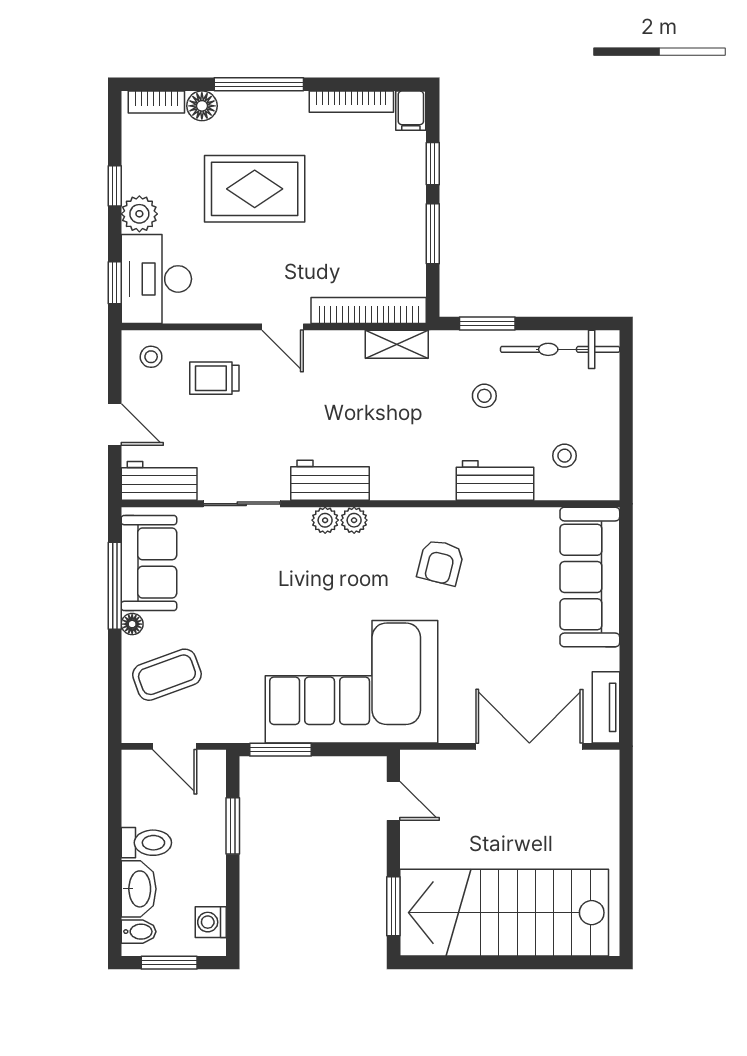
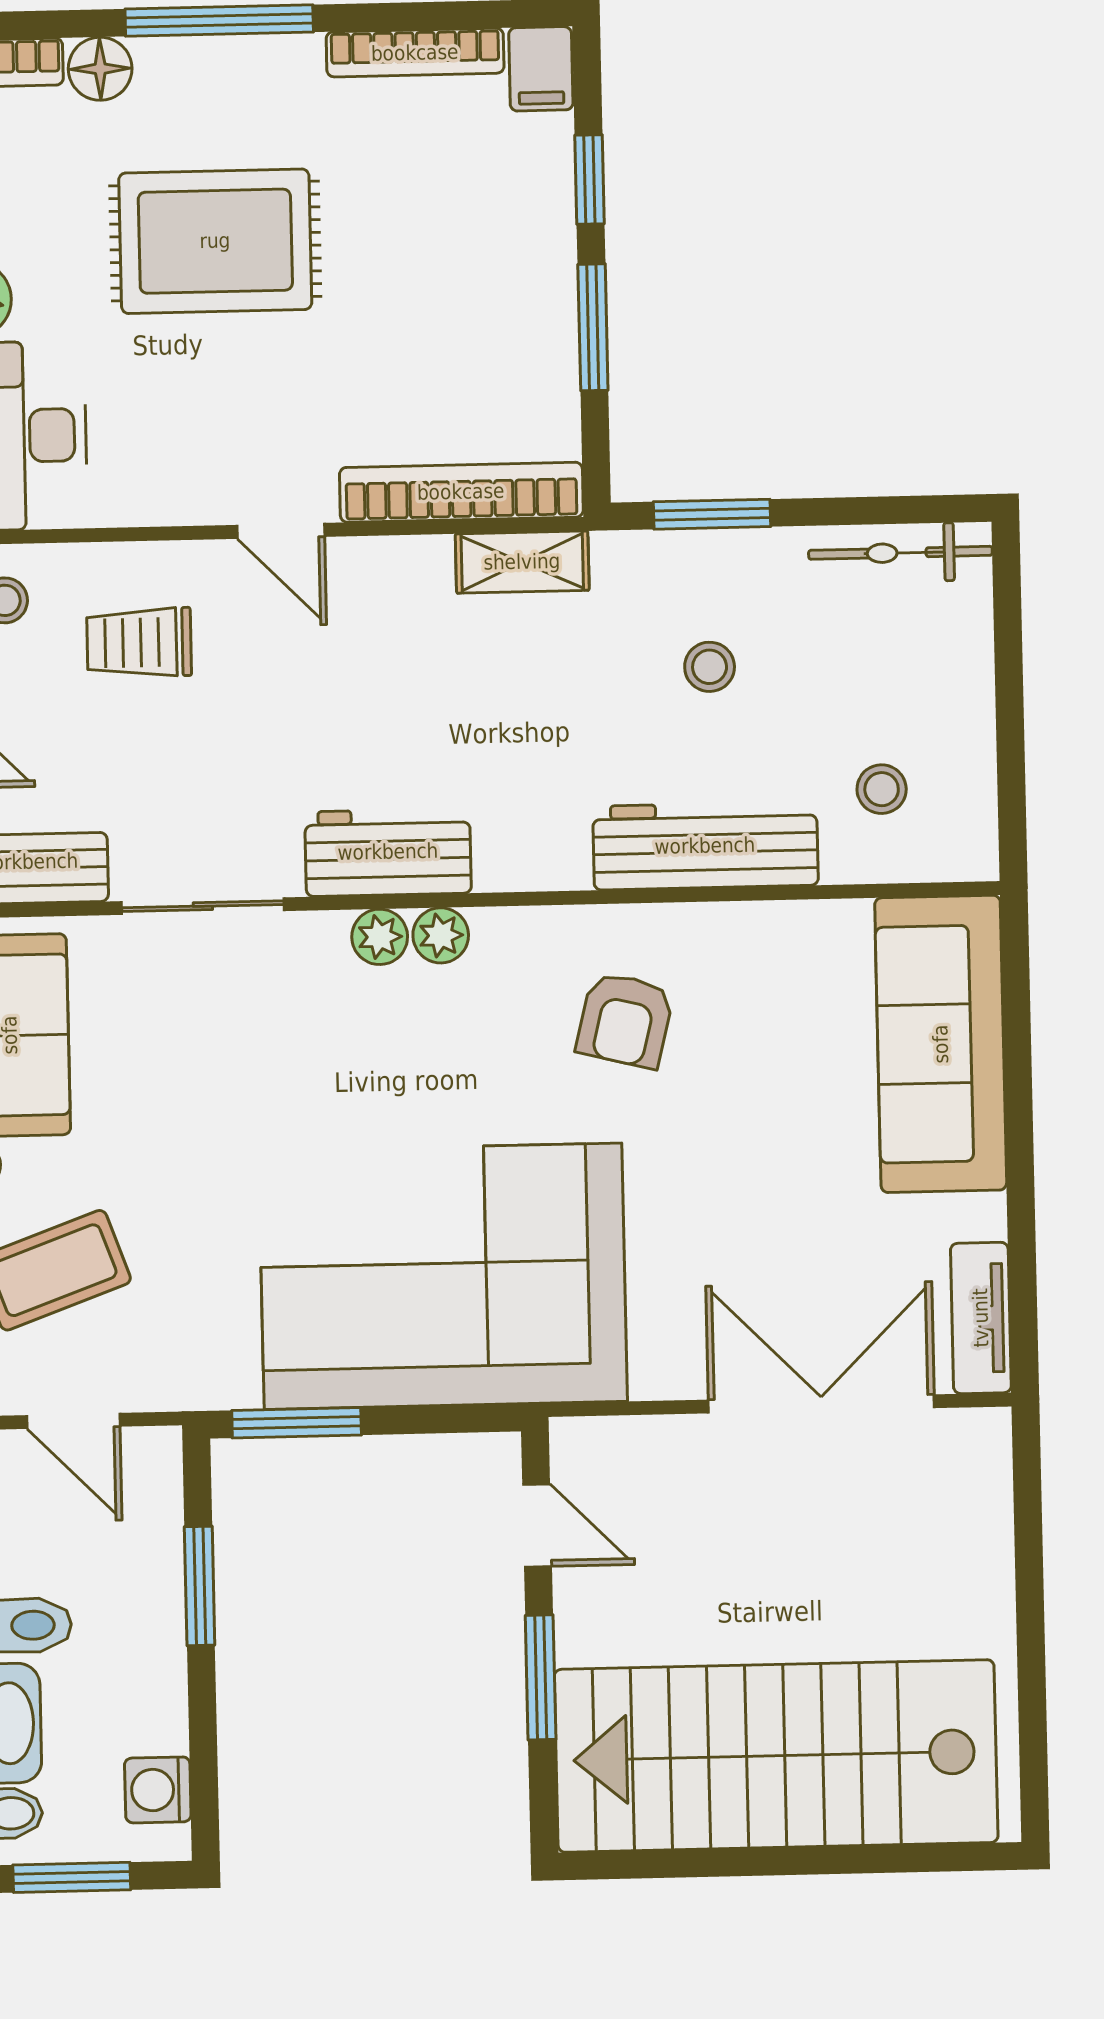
bicycle: (560, 349) -> (900, 553), width x0.73, depth x0.71
workbench: (495, 481) -> (705, 846), width x1.37
window: (393, 906) -> (541, 1677), moved

